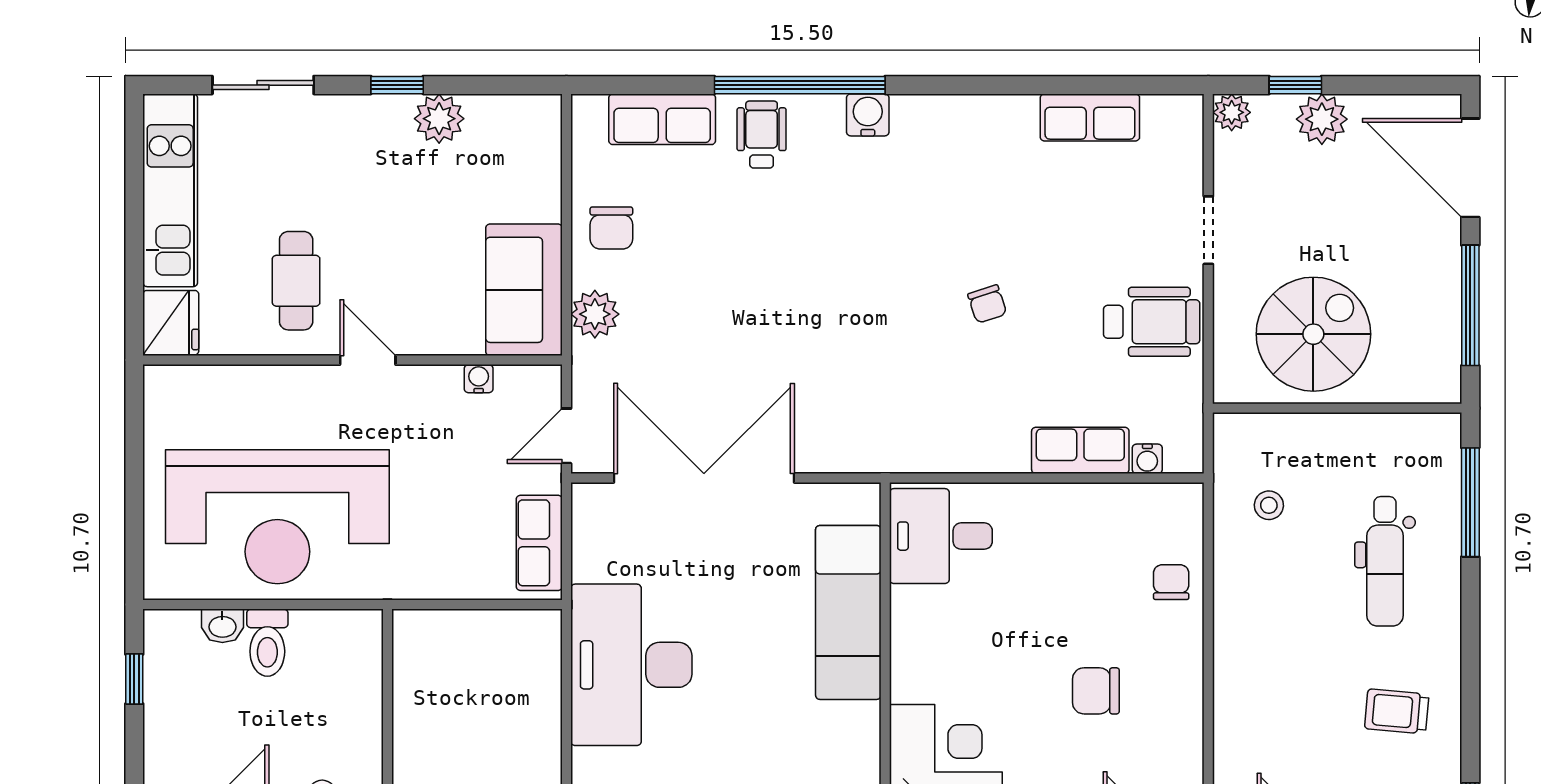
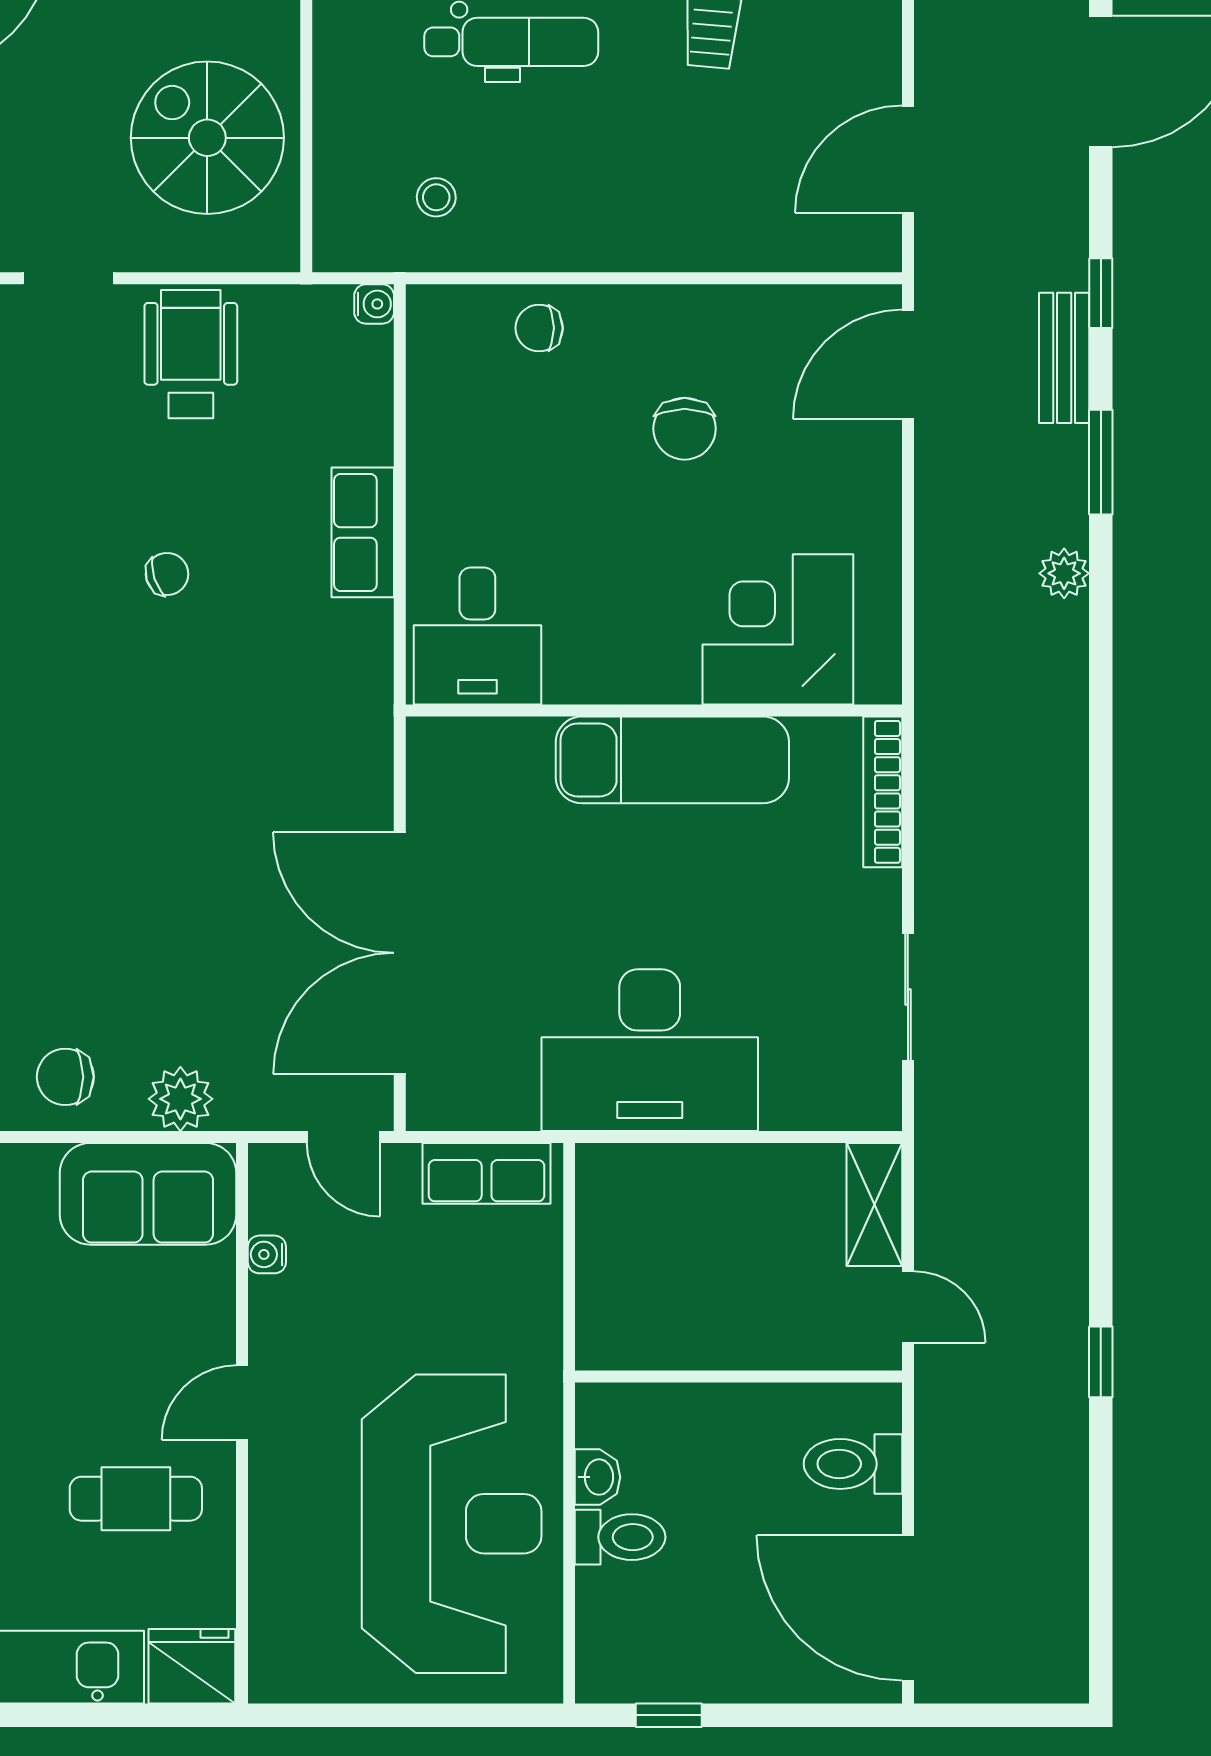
chair: (611, 228) -> (65, 1077), turned 180
row of seats: (1080, 450) -> (363, 532), moved
water cooler: (1147, 459) -> (374, 304), moved
exam couch: (848, 612) -> (672, 760), moved
washbasin: (222, 626) -> (598, 1477), moved

